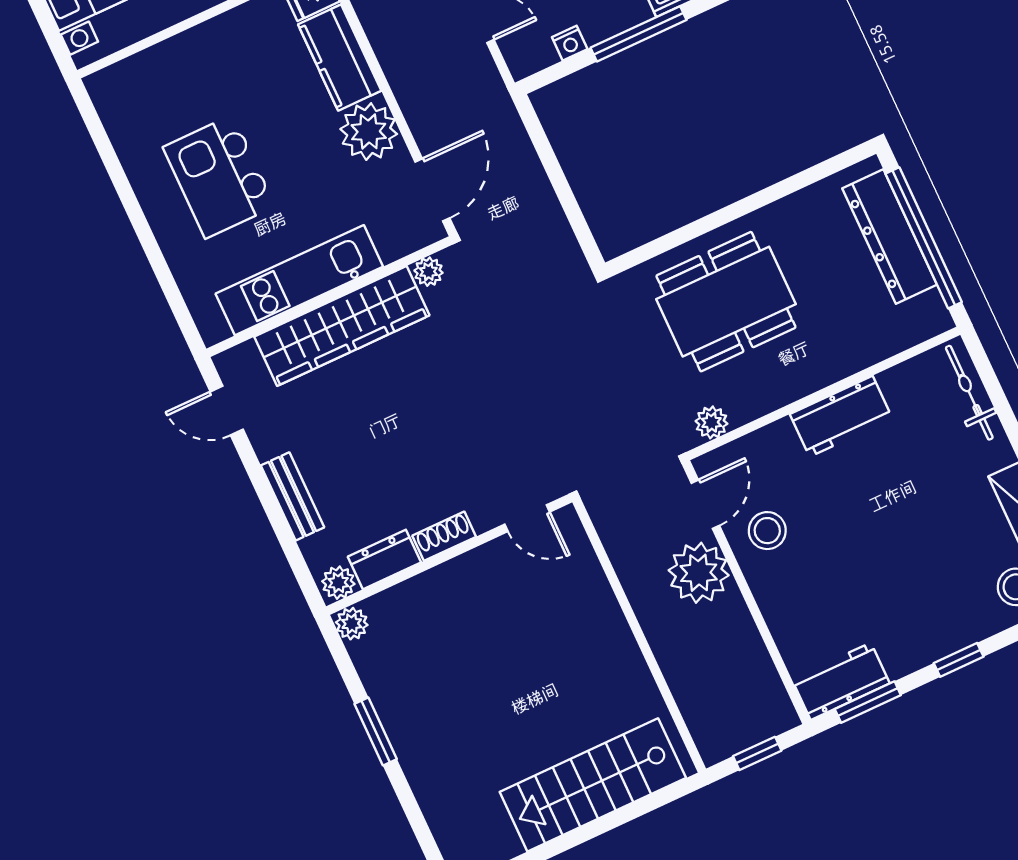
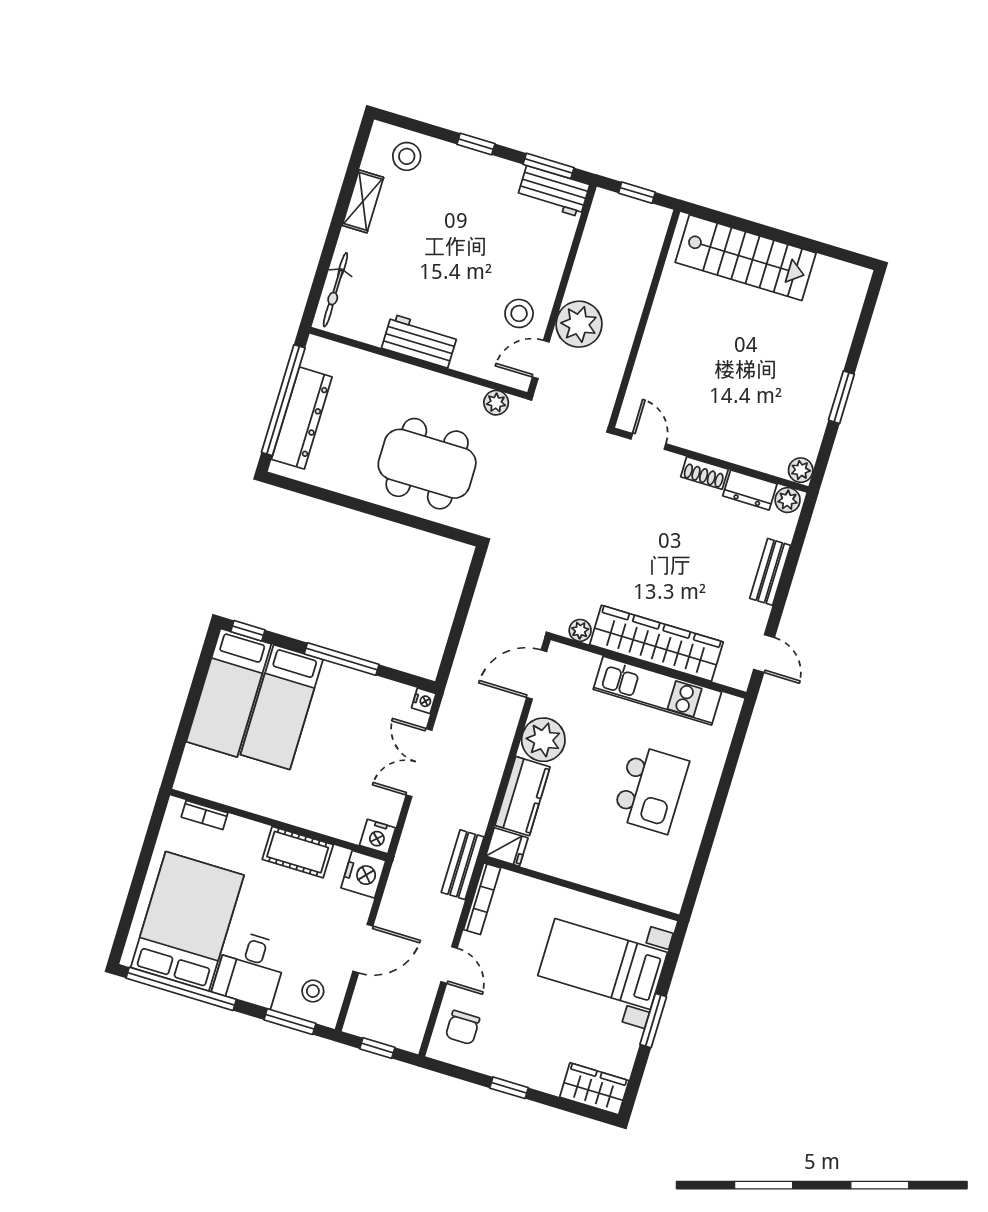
nightstand: (570, 43) -> (424, 701), moved, turned 90

